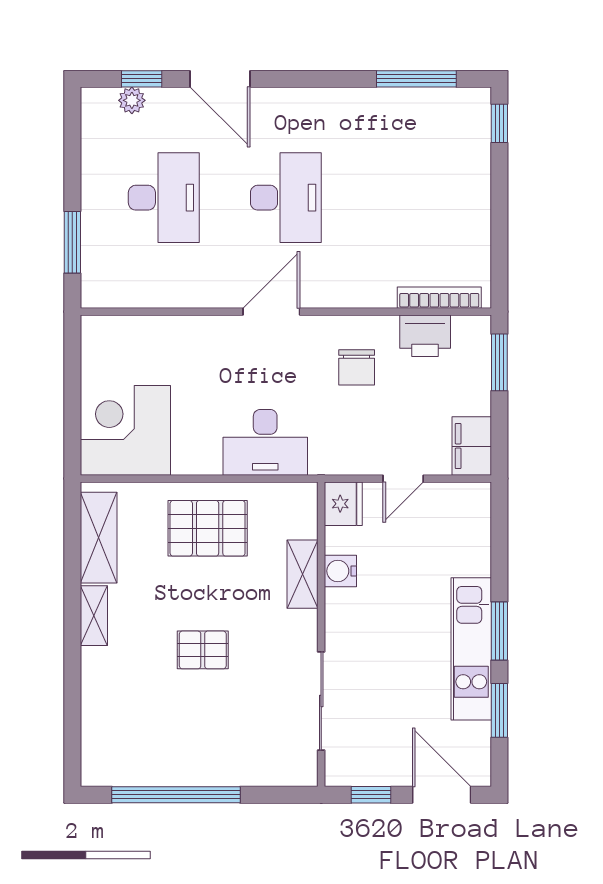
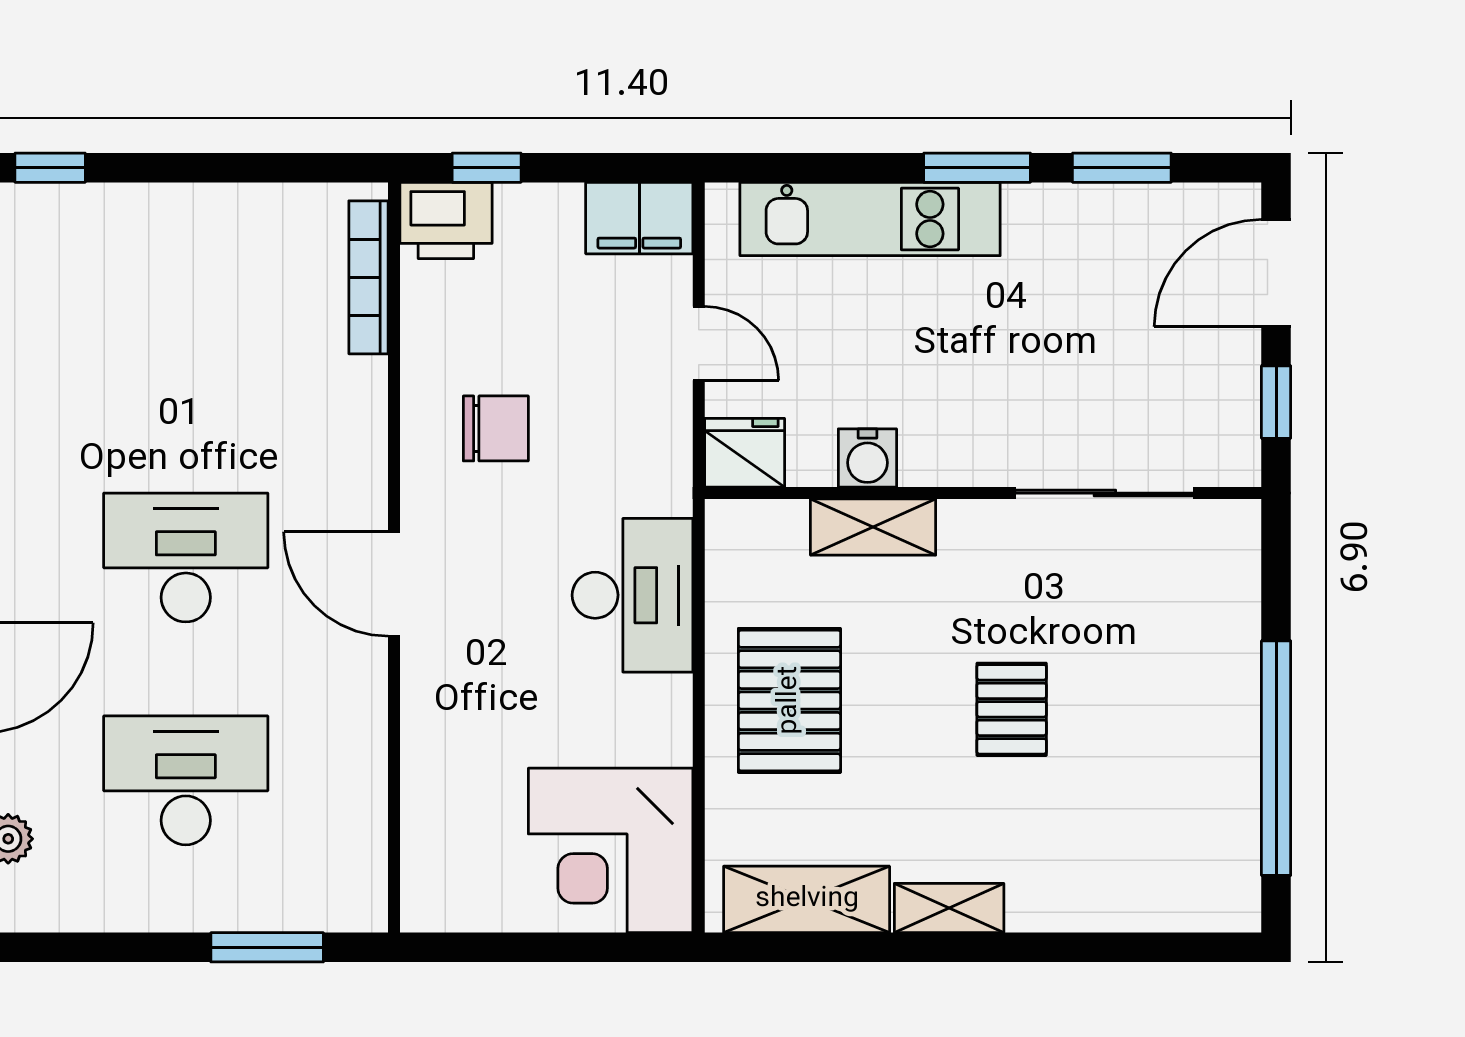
printer: (425, 336) -> (446, 221), moved, turned 90
window: (499, 362) -> (487, 168), width x0.67
kitchen unit: (471, 649) -> (870, 219), moved

